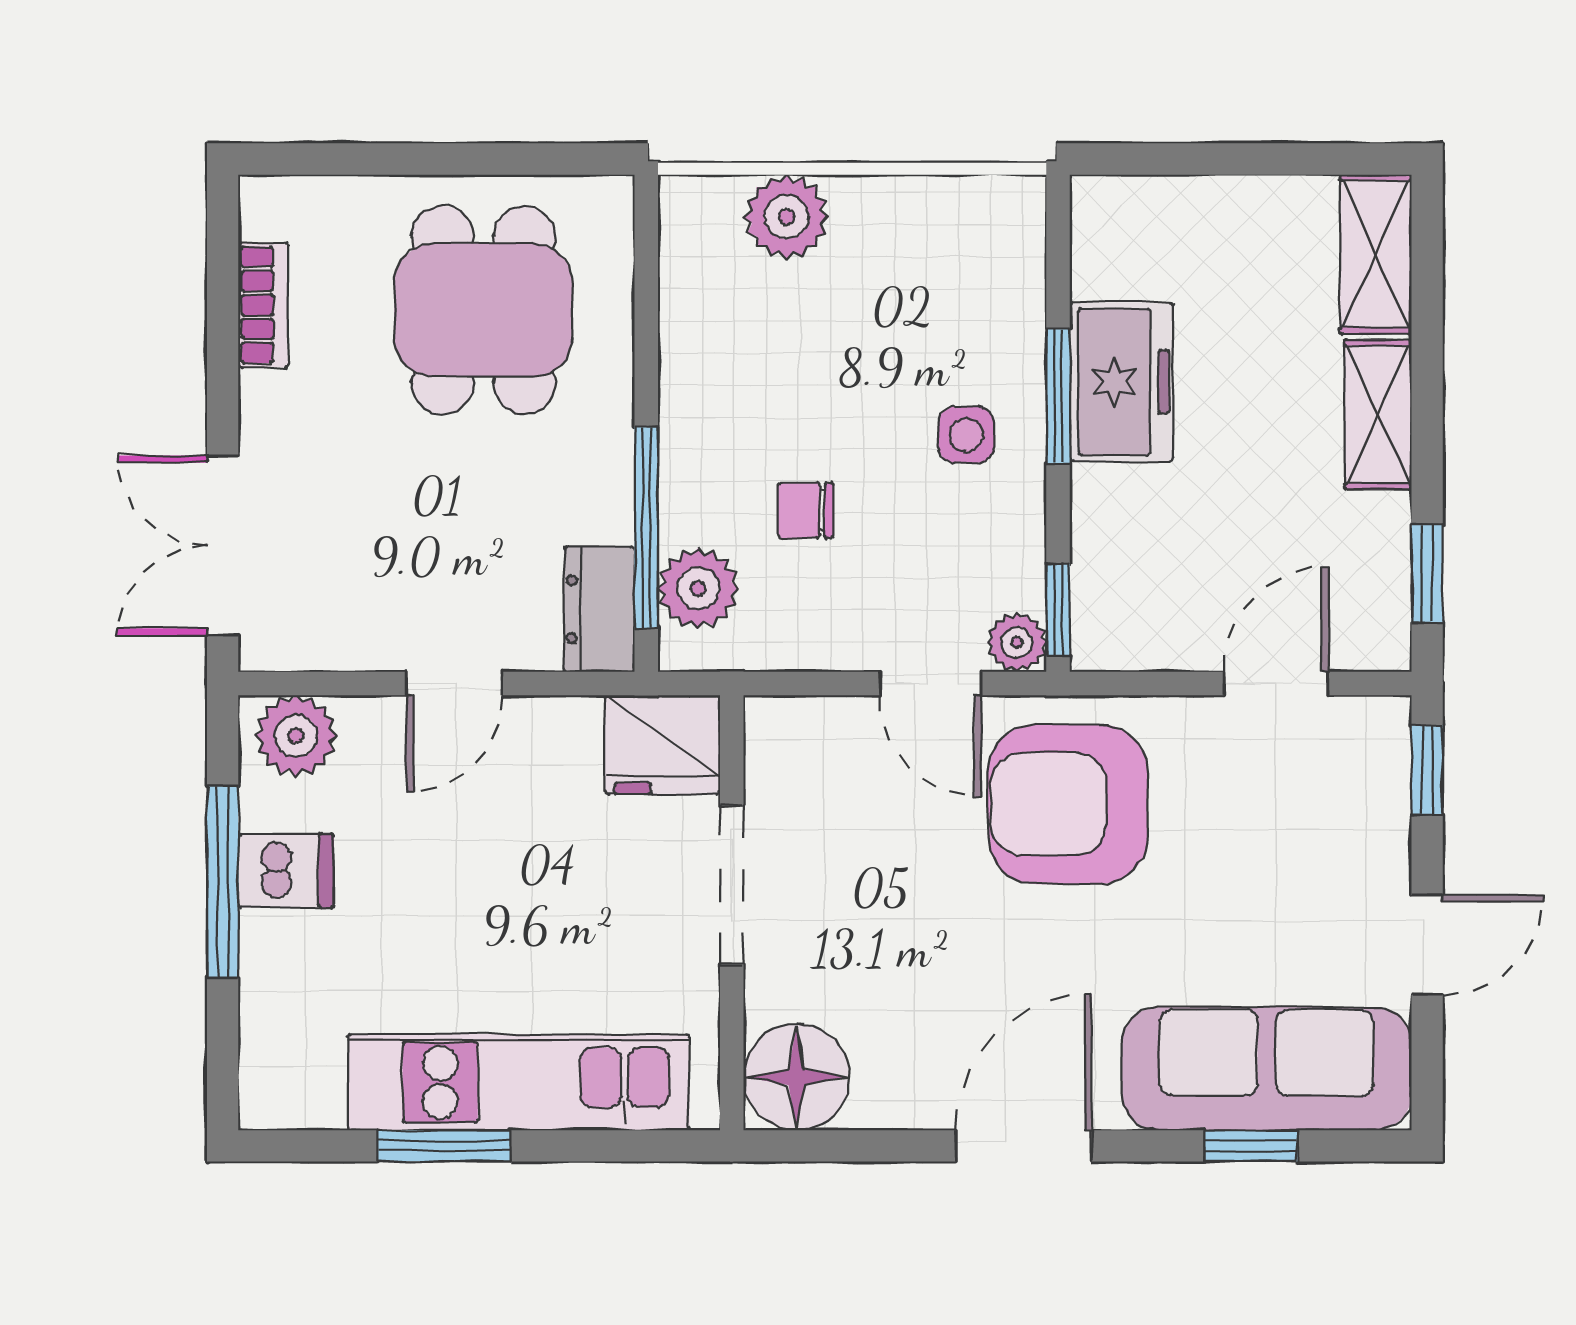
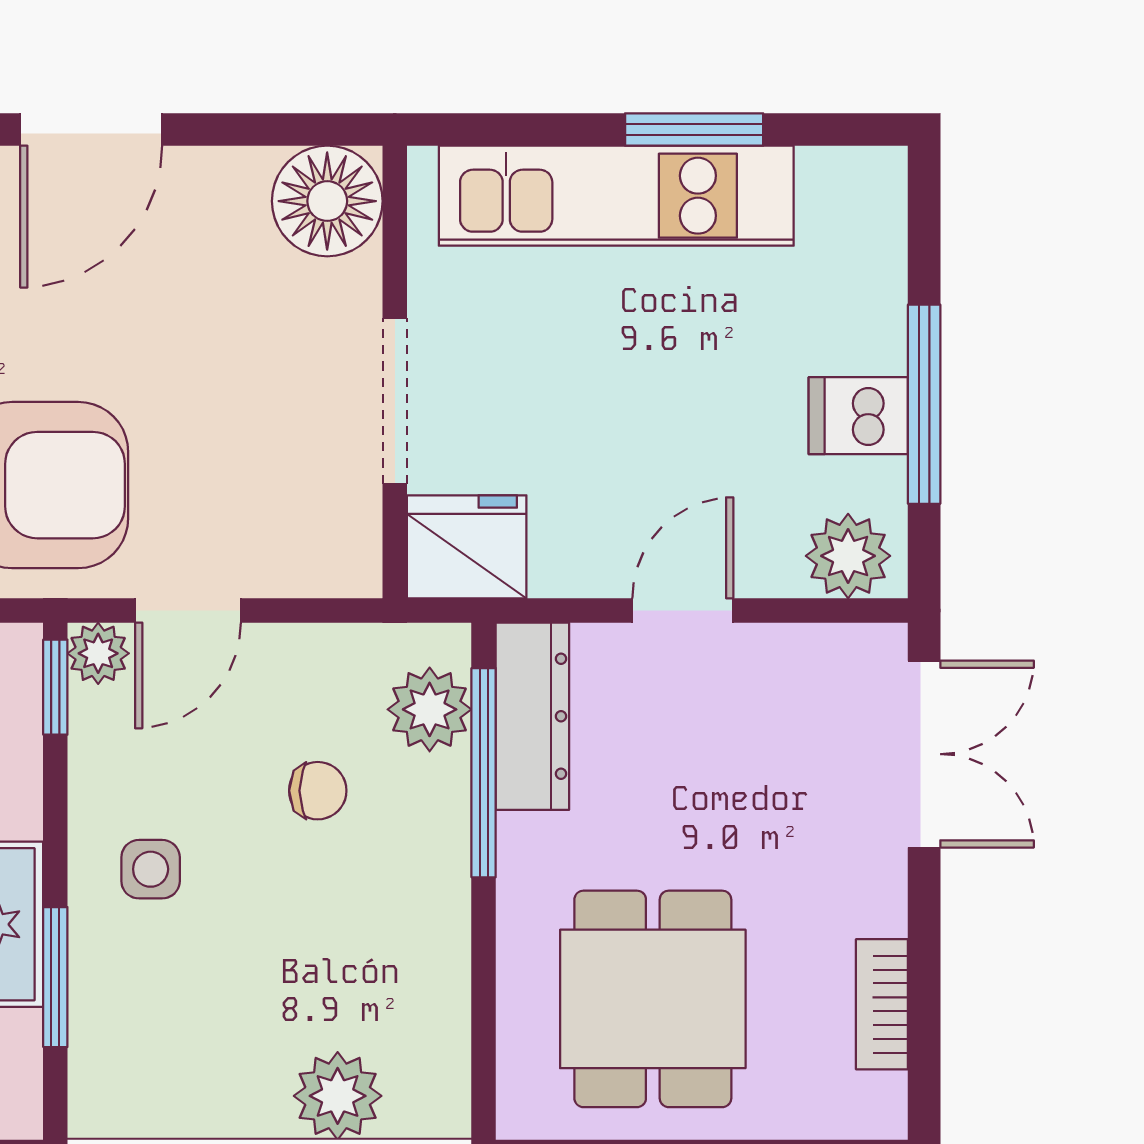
window: (1058, 396) -> (55, 977), moved
dresser: (599, 609) -> (532, 716), width x1.44
door: (931, 684) -> (188, 610), swing flipped

